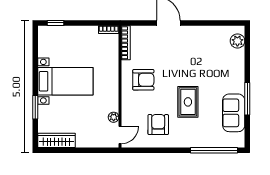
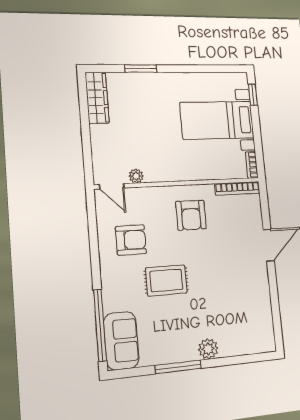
plant: (237, 41) -> (208, 349), moved
bed with nightstands: (65, 81) -> (217, 120), moved, turned 90
sofa: (234, 113) -> (121, 341), moved, turned 90

